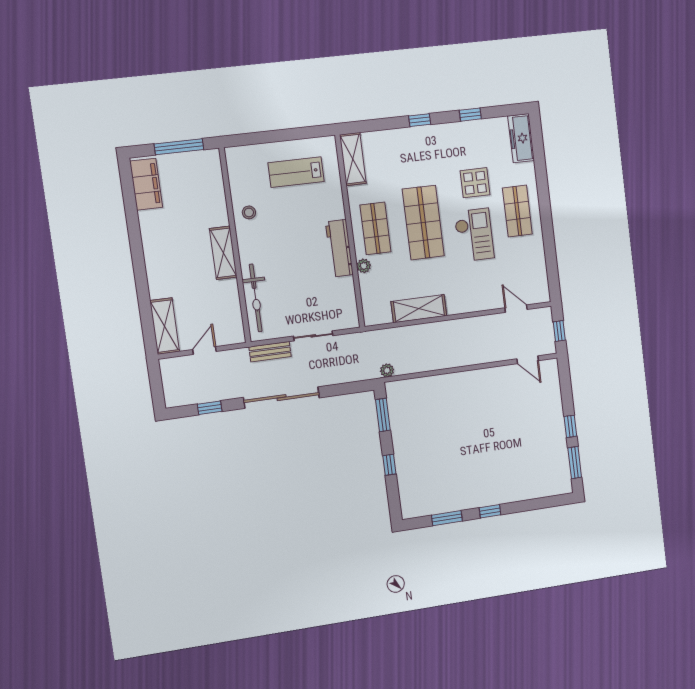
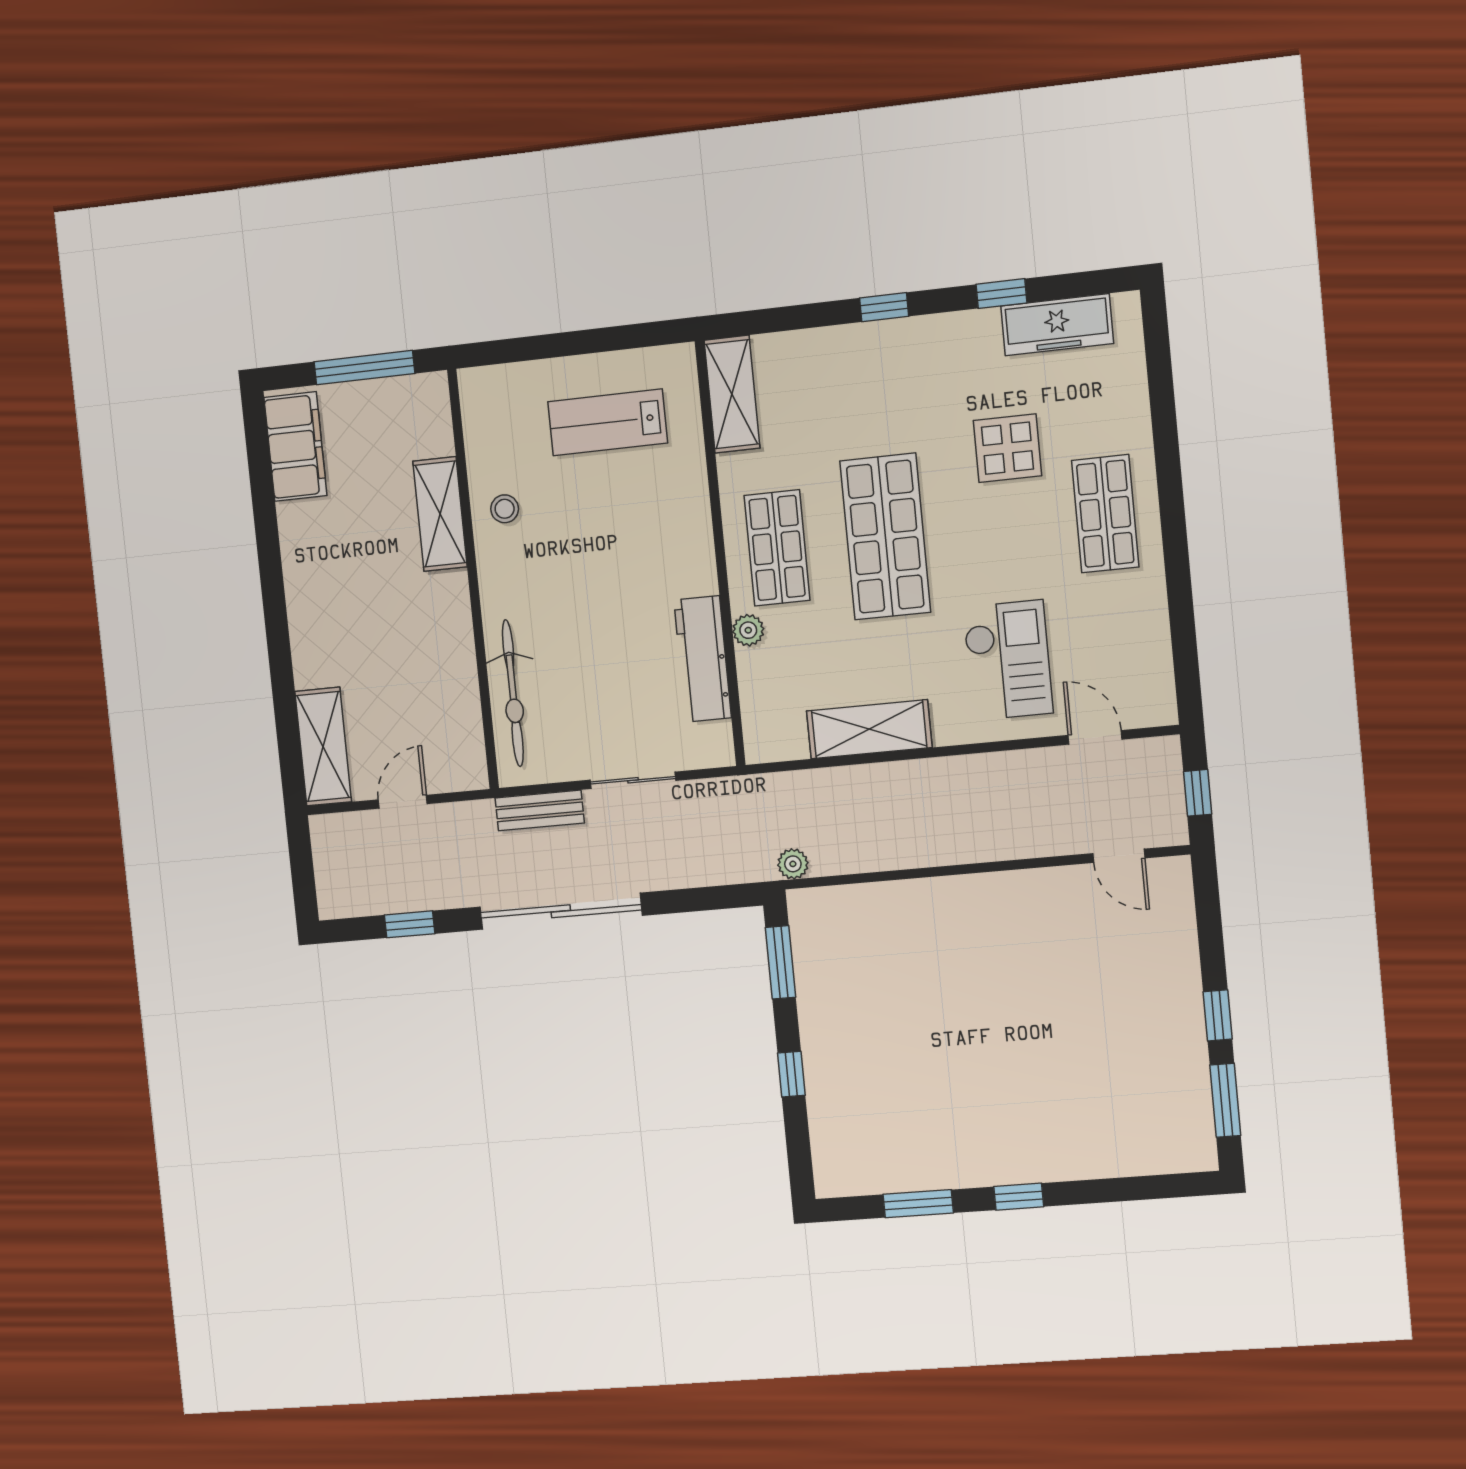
freezer: (521, 138) -> (1057, 325), moved, turned -90
checkout: (474, 235) -> (1008, 660), moved
workbench: (339, 248) -> (703, 659), moved
shelving: (223, 253) -> (440, 514), moved

